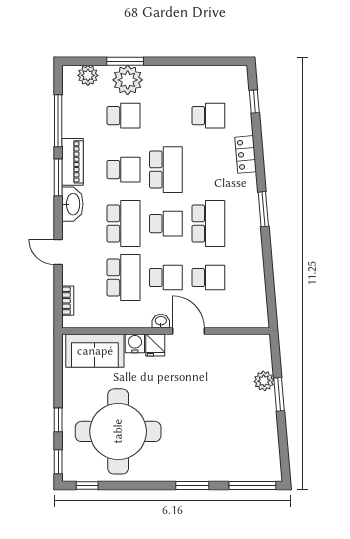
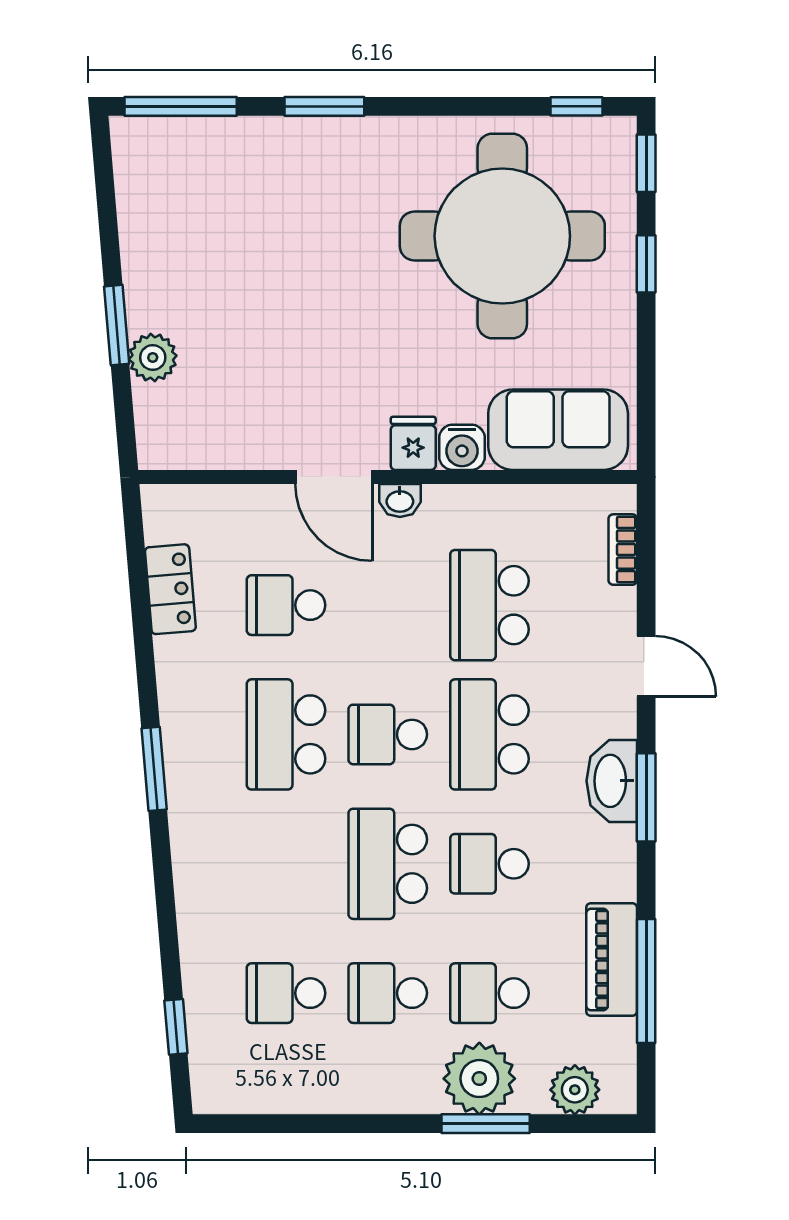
locker: (246, 154) -> (170, 589), moved
piano: (72, 162) -> (612, 959), moved
window: (58, 177) -> (646, 797), moved
school desk: (166, 277) -> (388, 993), moved

